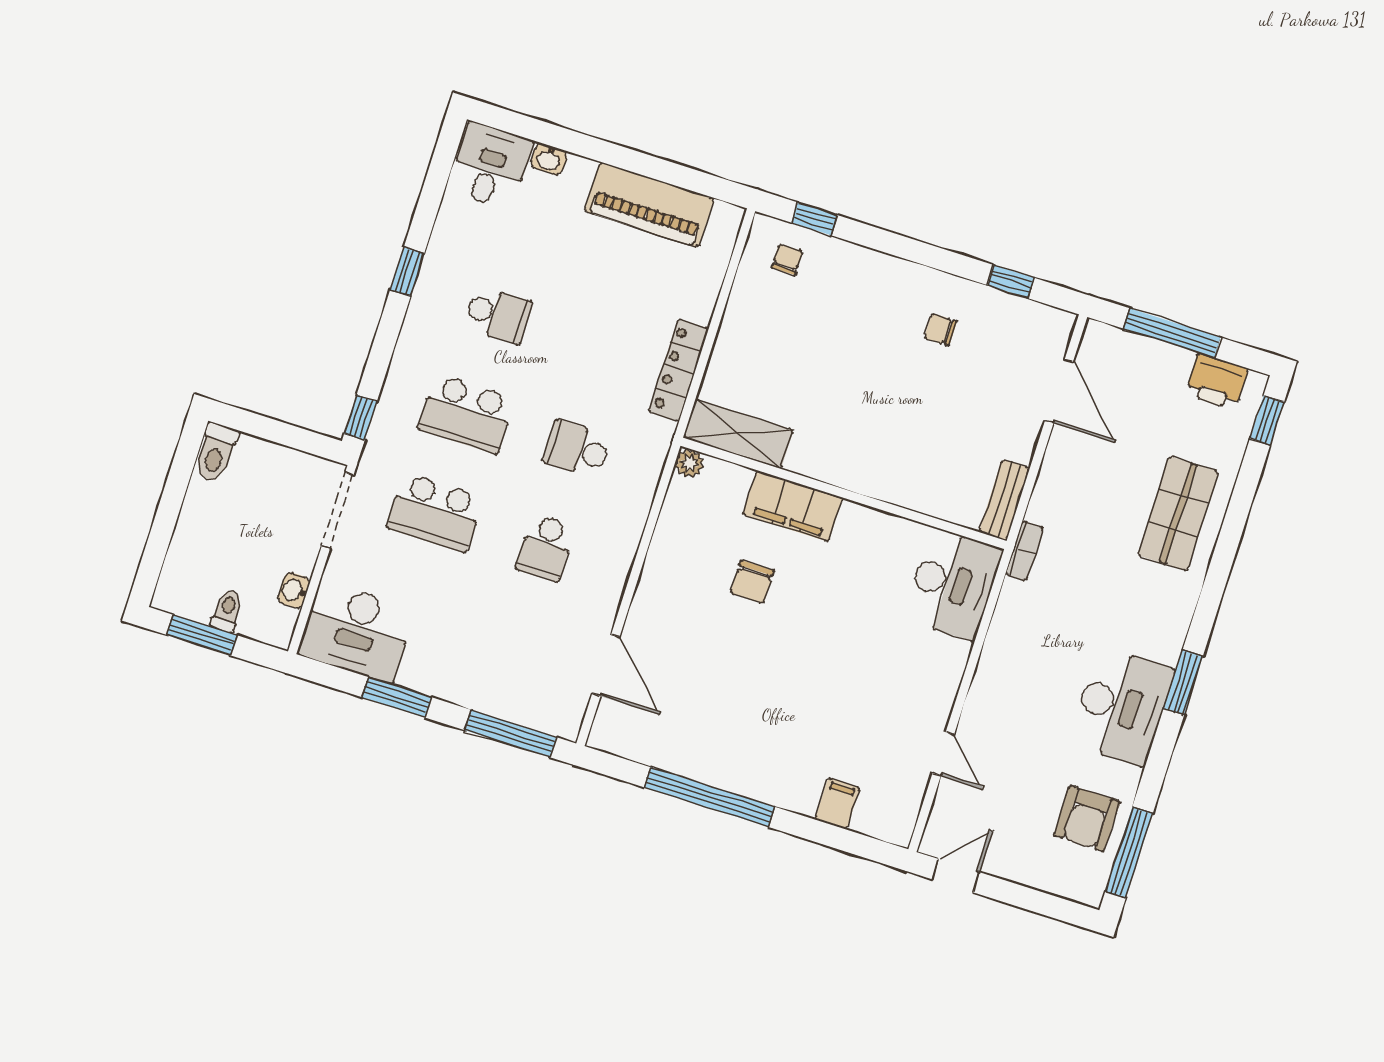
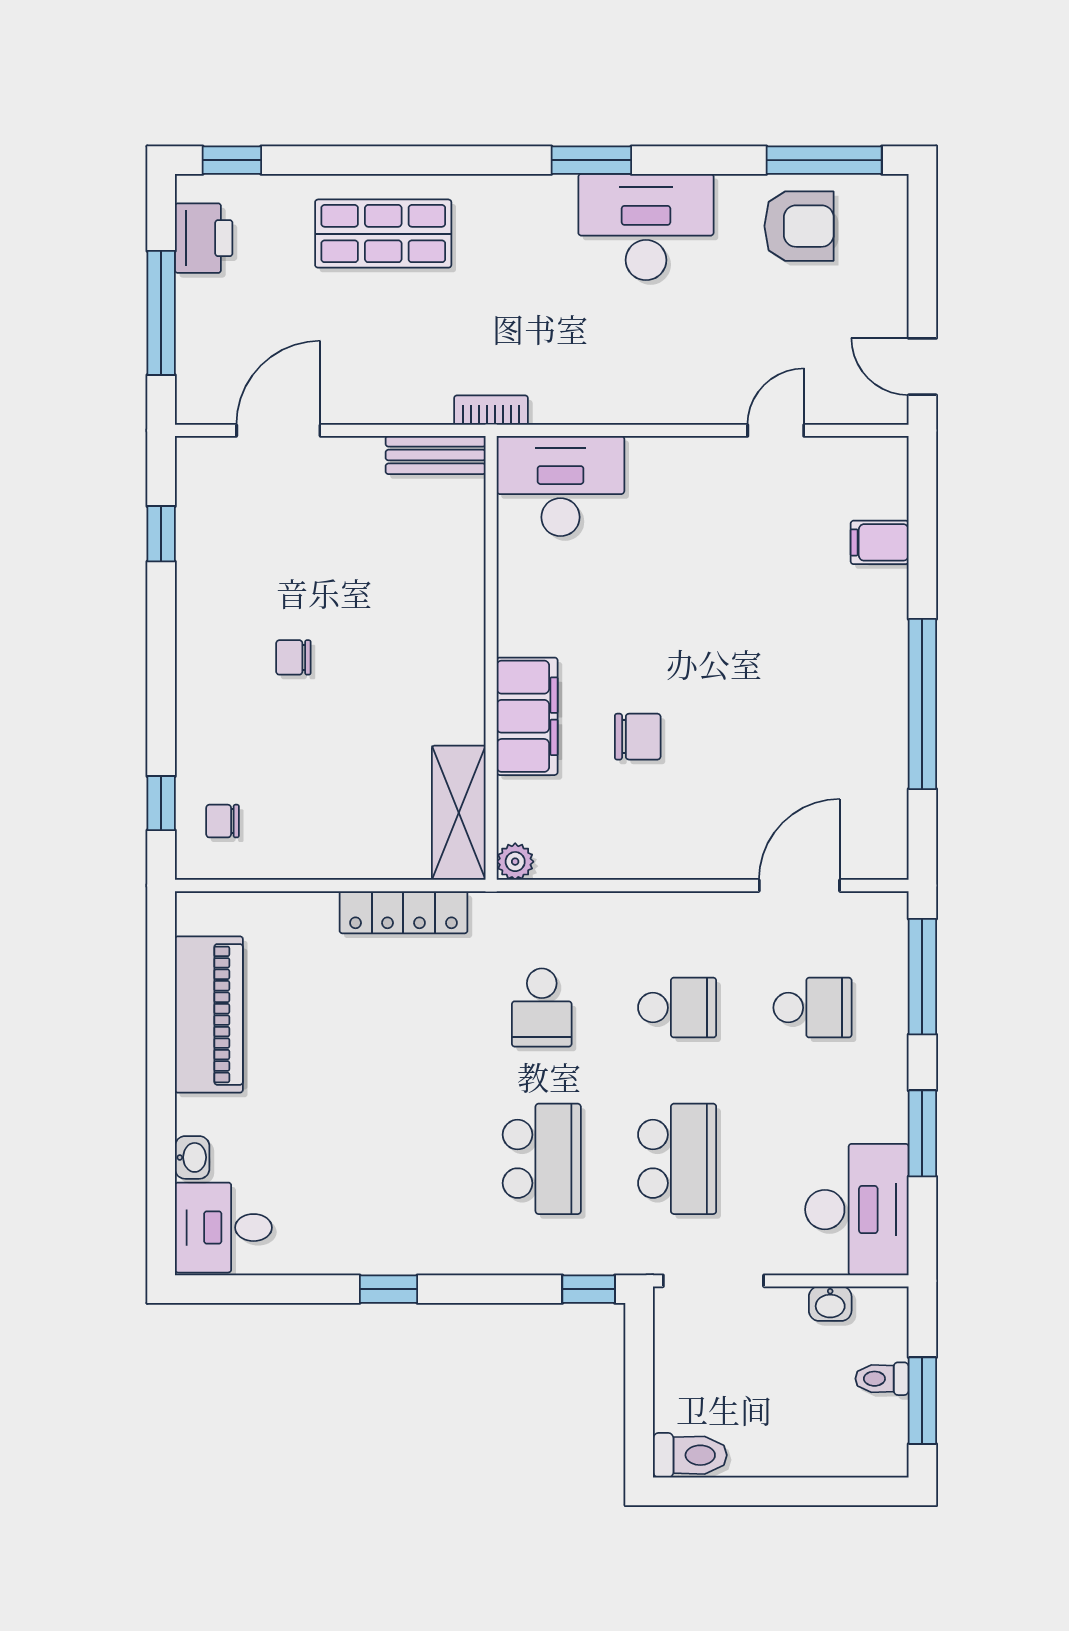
school desk: (498, 315) -> (813, 1008), moved, turned 90
chair: (941, 330) -> (293, 657), moved, turned 90

